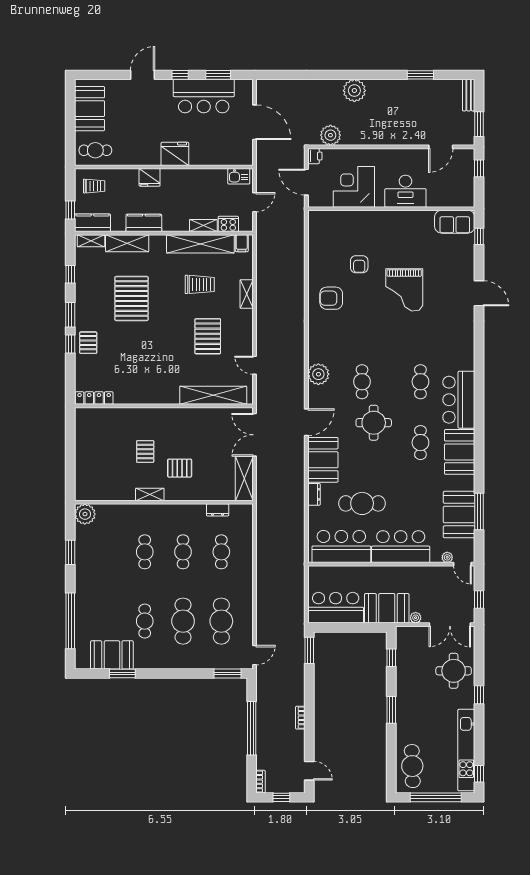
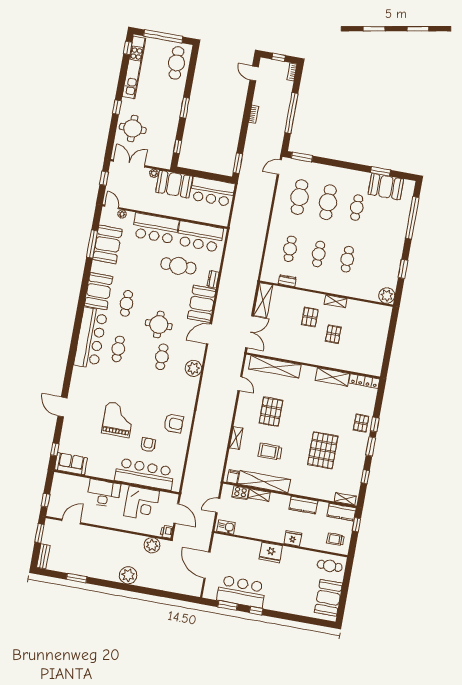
door: (143, 75) -> (284, 616), removed
bar counter: (357, 226) -> (145, 474), added
shelving: (127, 243) -> (332, 377), moved
bar counter: (459, 400) -> (91, 338), width x1.36
pallet: (180, 468) -> (310, 317), turned 90

